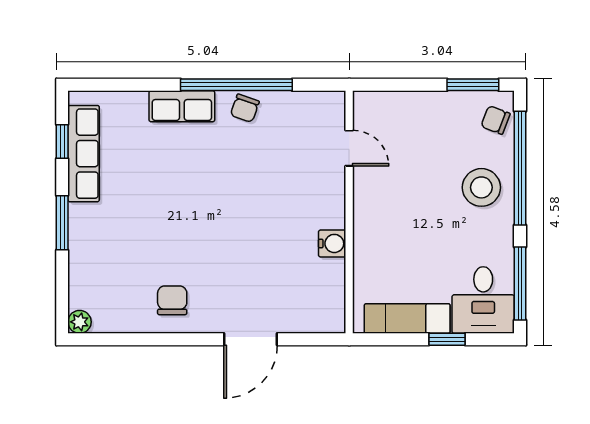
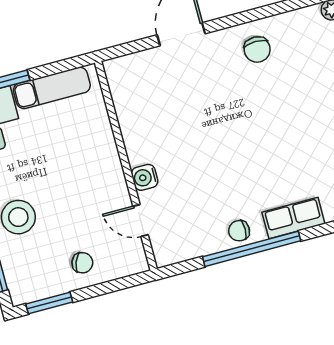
chair: (245, 108) -> (239, 231), turned -109
chair: (496, 120) -> (82, 263), moved
water cooler: (332, 243) -> (145, 177), moved

